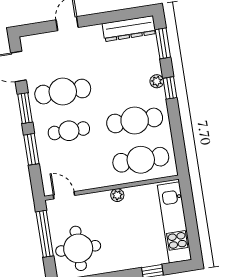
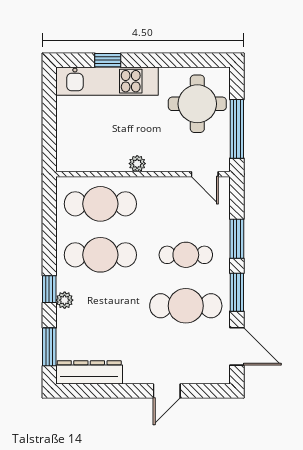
kitchen unit: (174, 222) -> (107, 81), moved, turned 90

